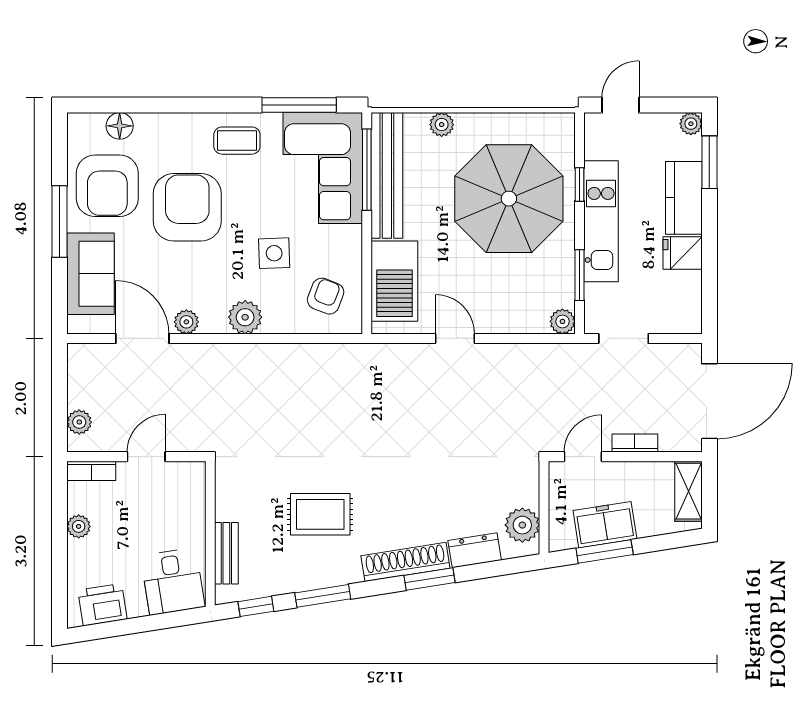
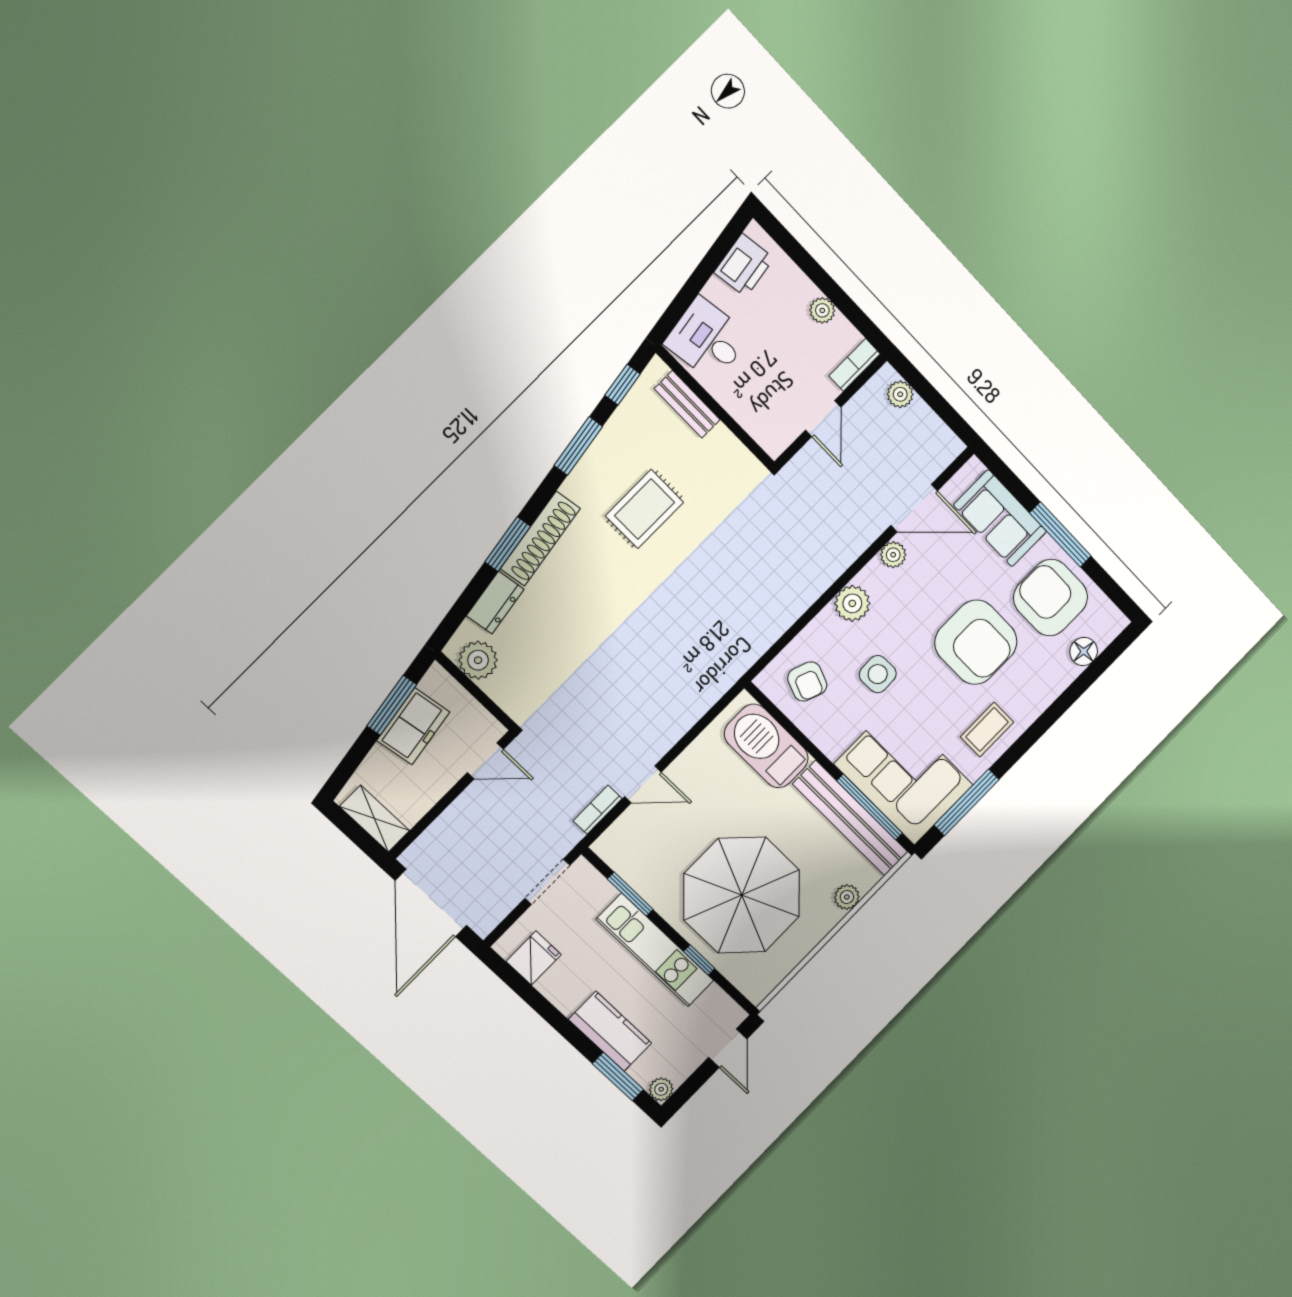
fridge: (683, 253) -> (534, 958), moved
plant: (562, 321) -> (607, 847), removed
door: (455, 338) -> (643, 784), moved
bookcase: (635, 443) -> (598, 810), moved, turned 180
door: (583, 457) -> (485, 761), hinge flipped

